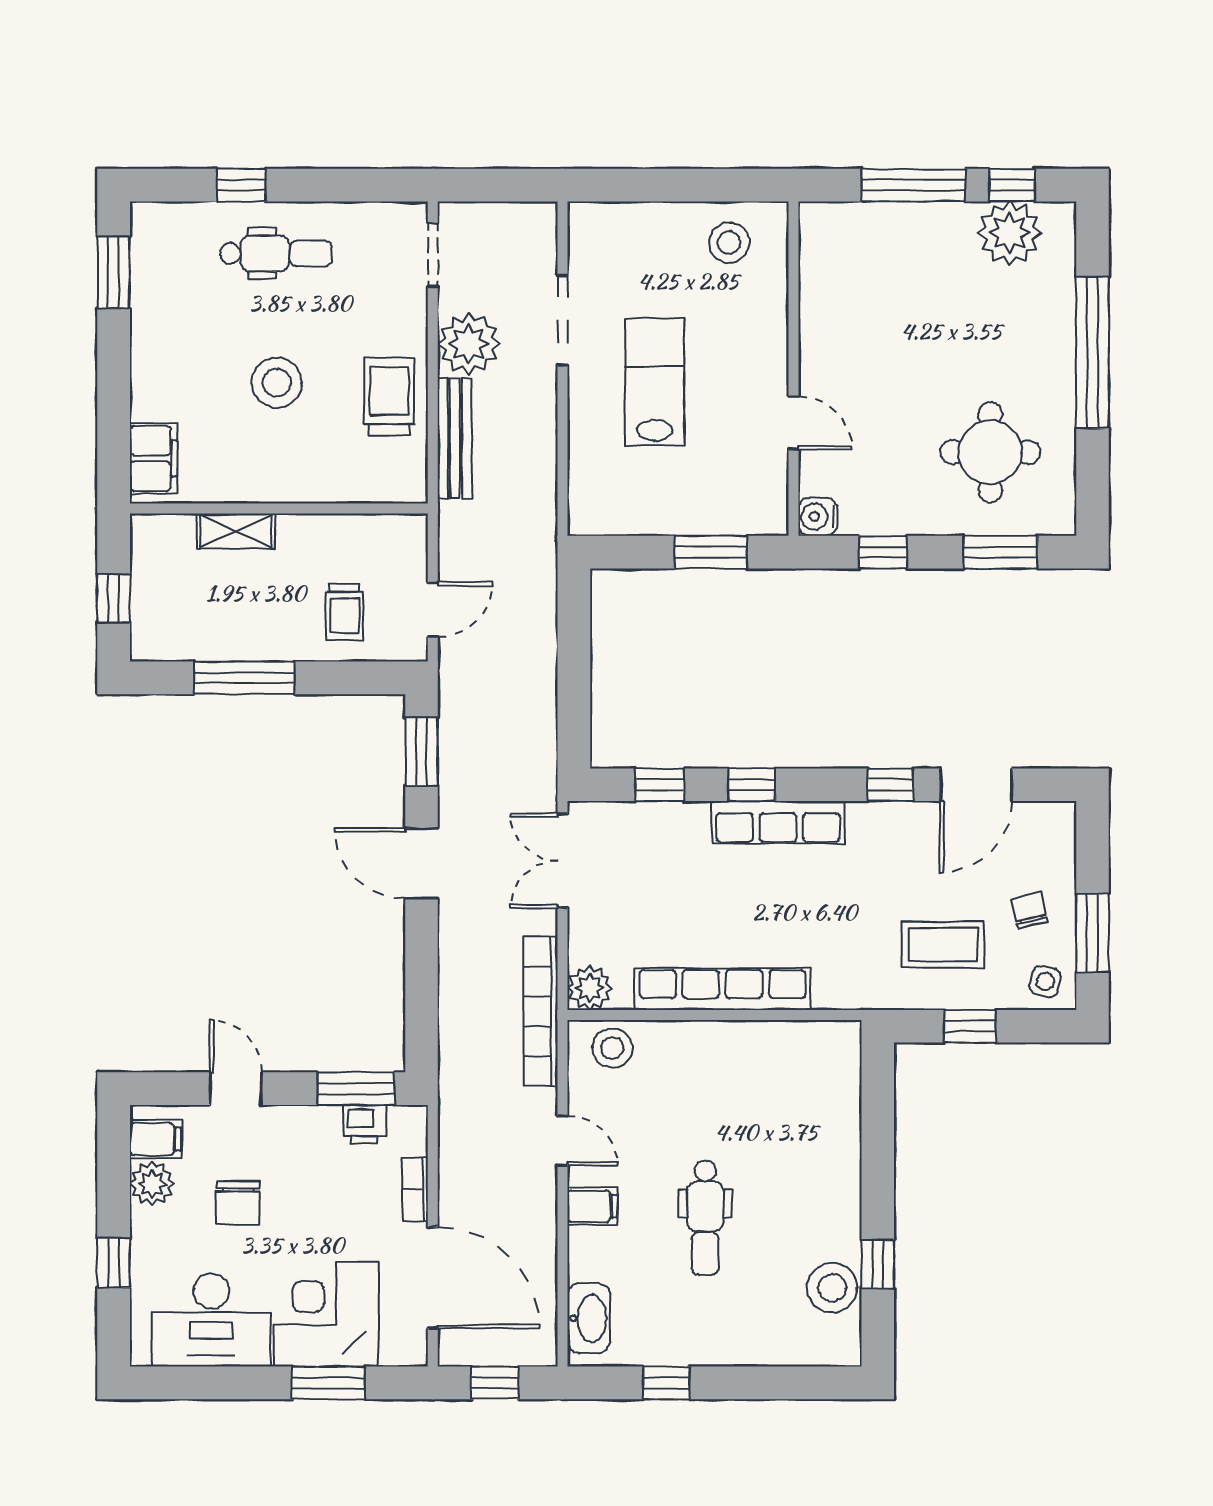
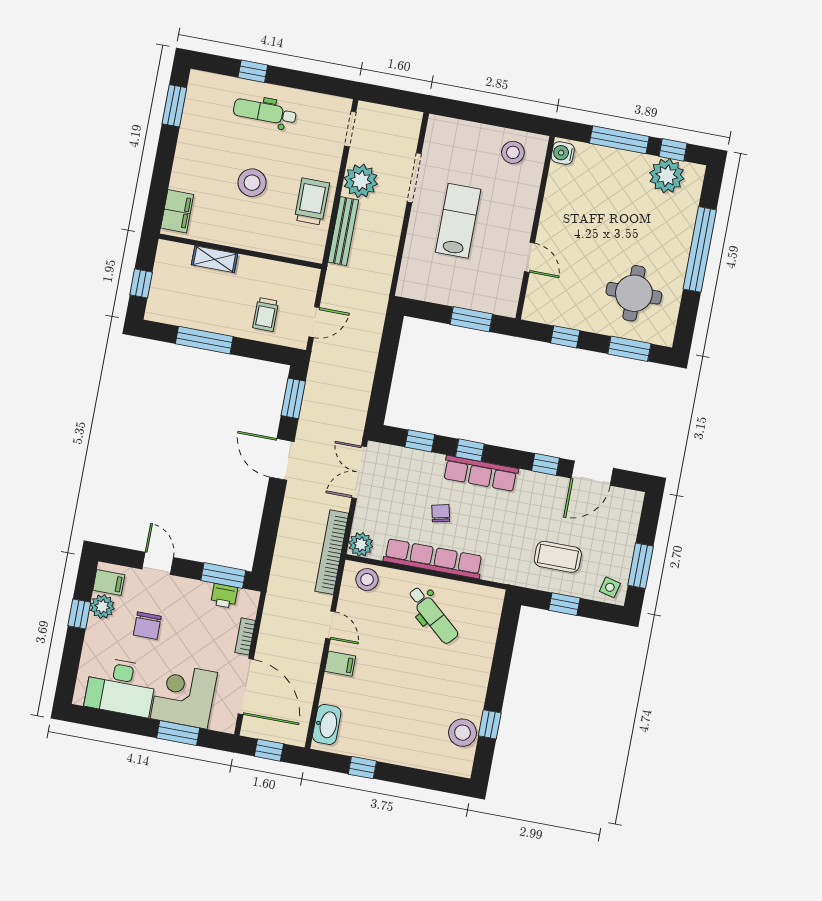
dental chair: (276, 254) -> (265, 112), turned 180
water cooler: (818, 517) -> (563, 153), moved
chair: (1029, 910) -> (441, 513), moved
dental chair: (705, 1218) -> (433, 615), moved, turned -49
window: (114, 1263) -> (79, 614), moved

